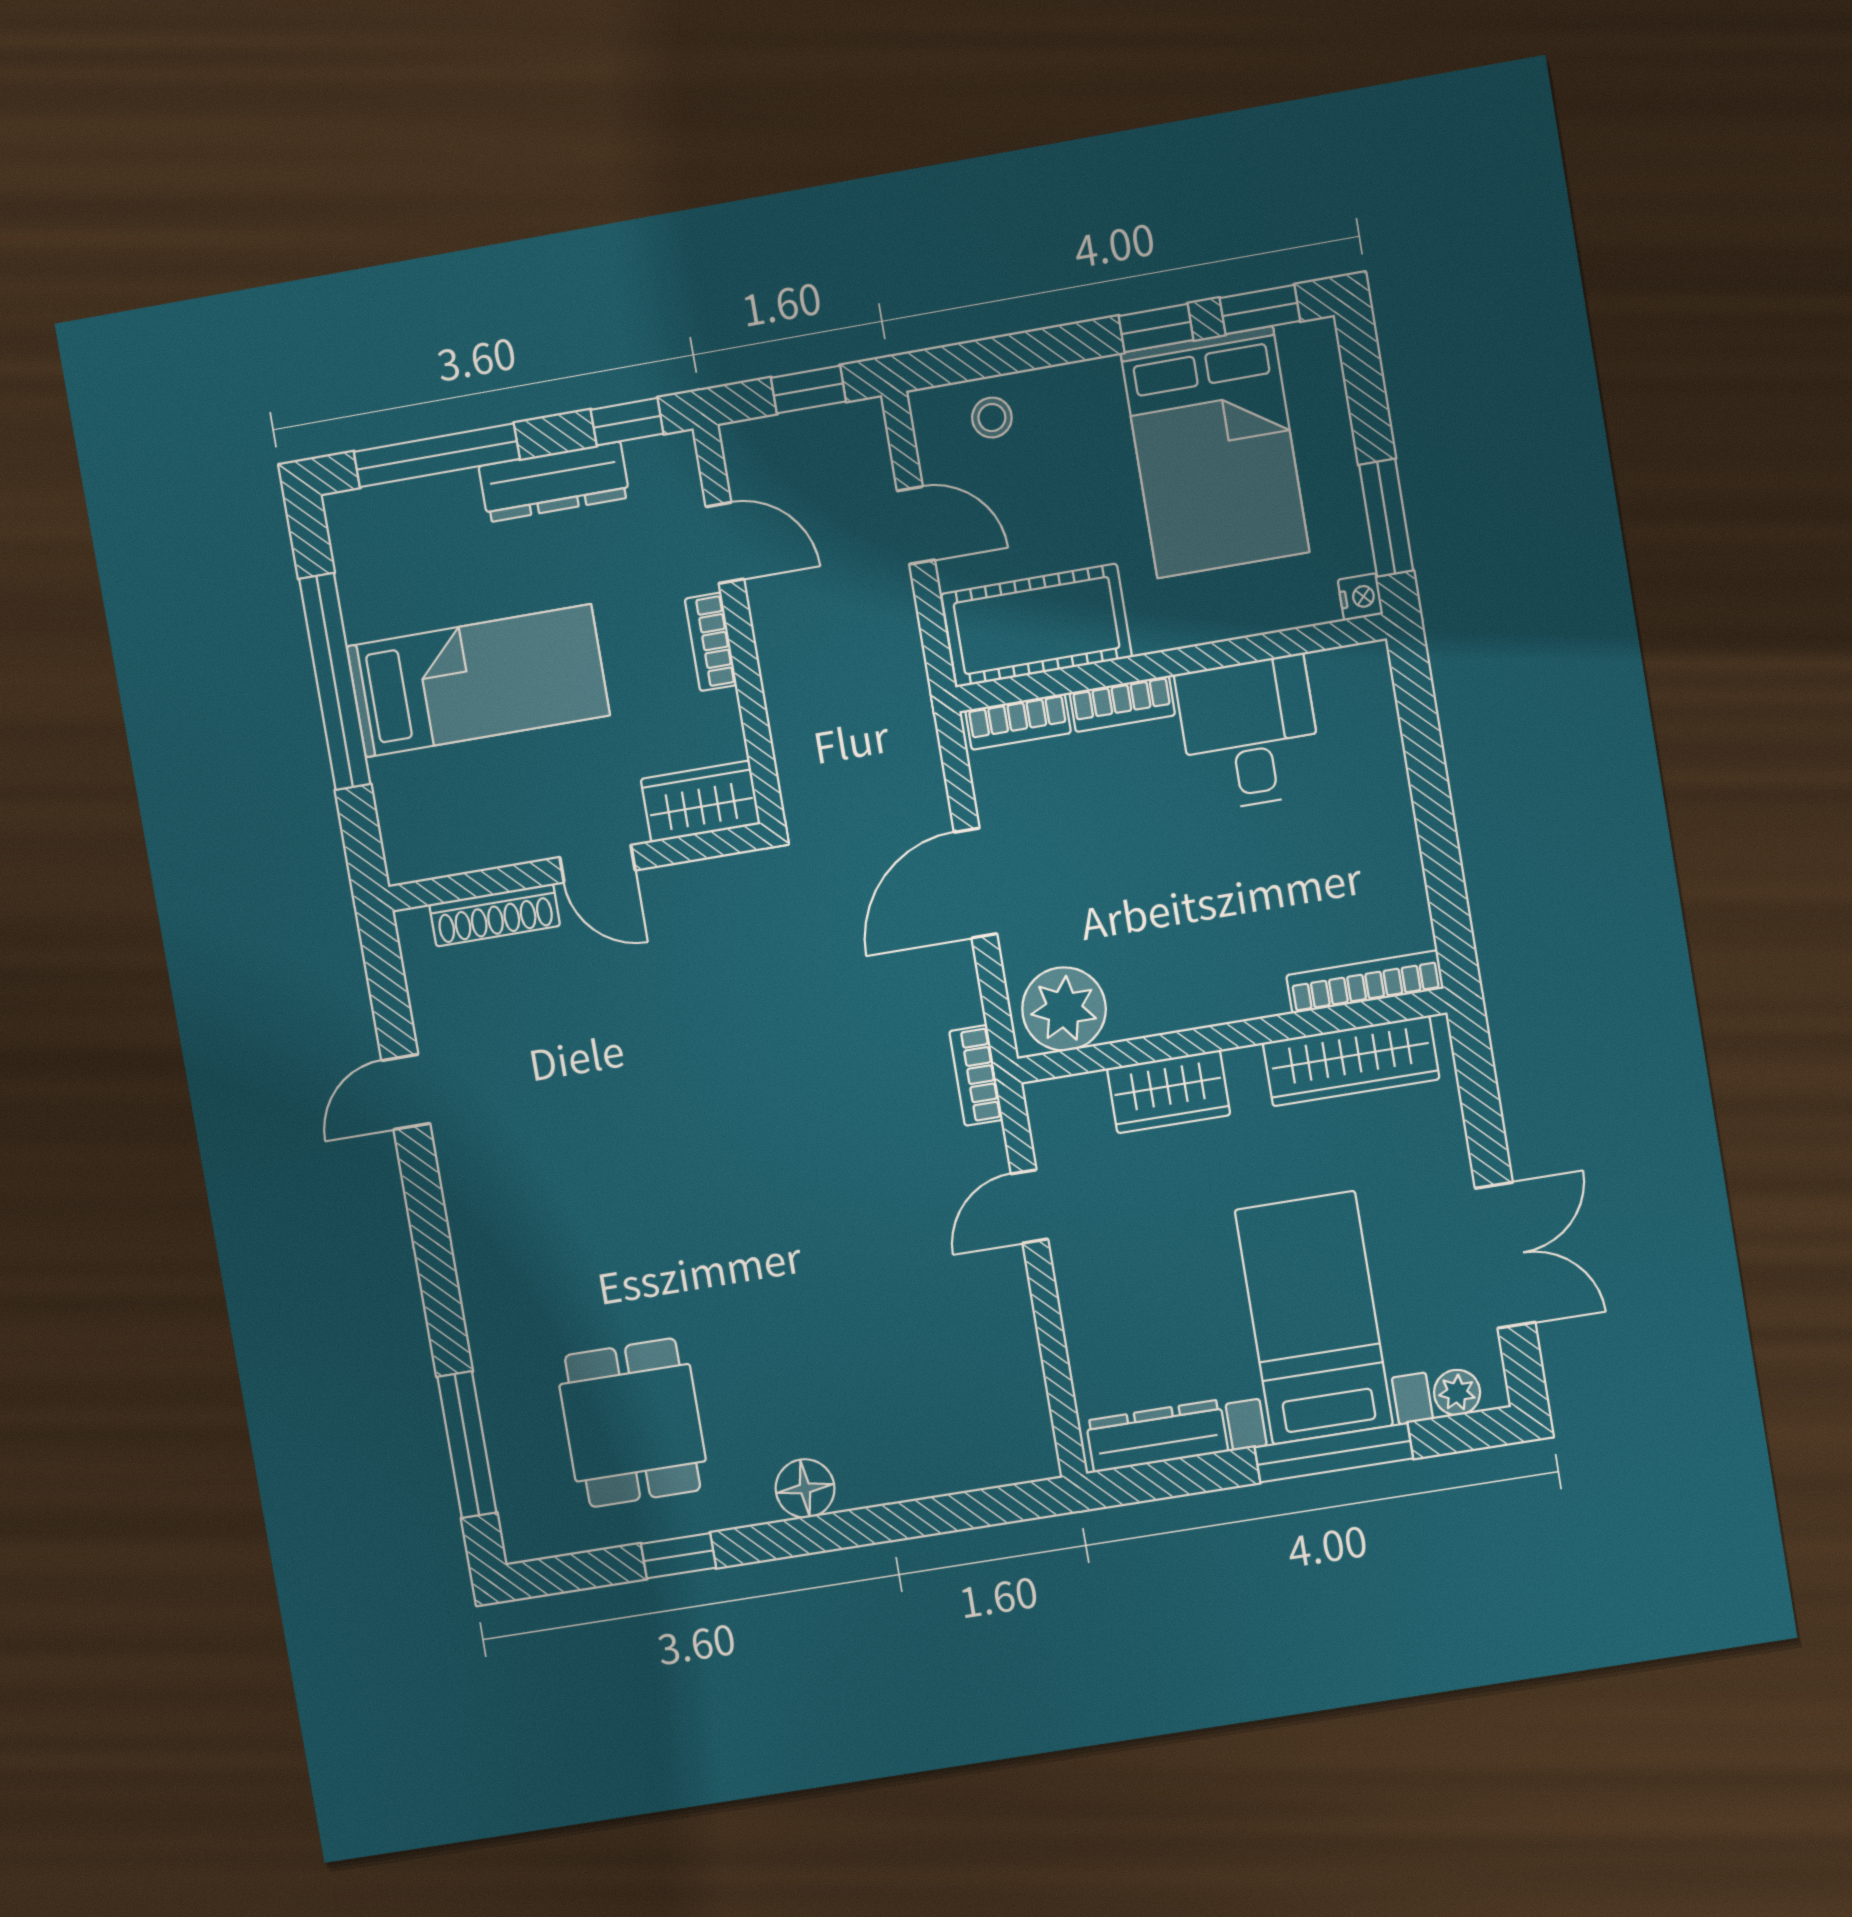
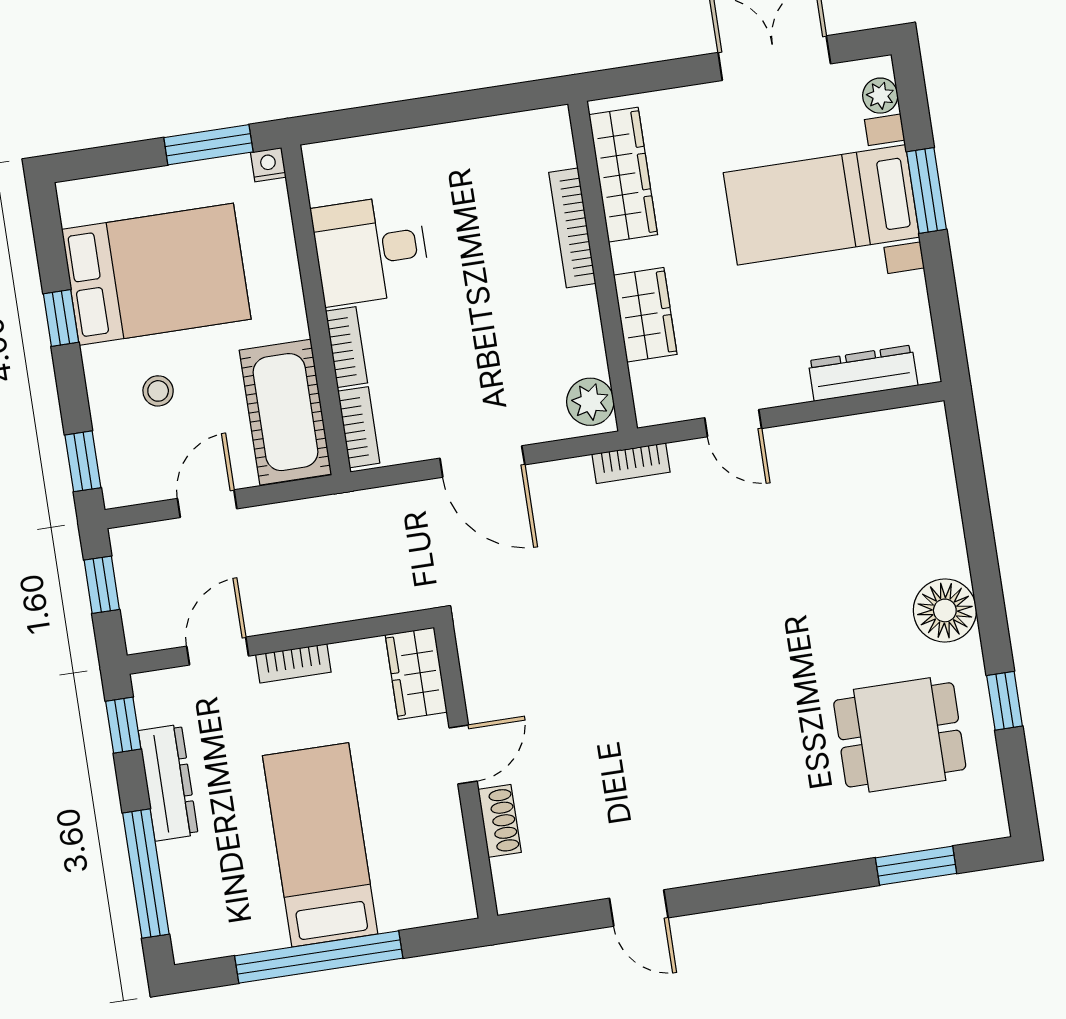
window: (1260, 310) -> (83, 461), moved
stool: (992, 418) -> (158, 391), moved
shoe rack: (495, 915) -> (500, 821), width x0.70
bookcase: (1365, 982) -> (572, 228), moved
plant: (1064, 1009) -> (590, 402), width x0.73, depth x0.73
dresser: (1157, 1436) -> (863, 373), moved, turned 90
window: (467, 1445) -> (916, 866), width x0.69
window: (1334, 1453) -> (926, 190), width x0.69
floor lamp: (805, 1488) -> (945, 610), width x1.38, depth x1.38

